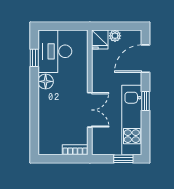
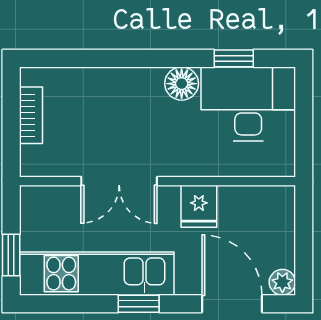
plant: (115, 36) -> (282, 282), moved
fridge: (100, 40) -> (199, 206), moved, turned -90
bookcase: (75, 150) -> (31, 115), moved

